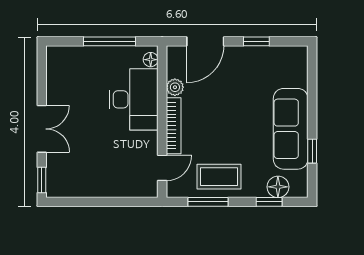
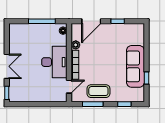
desk: (134, 99) -> (54, 62), moved
floor lamp: (278, 187) -> (129, 96), removed

